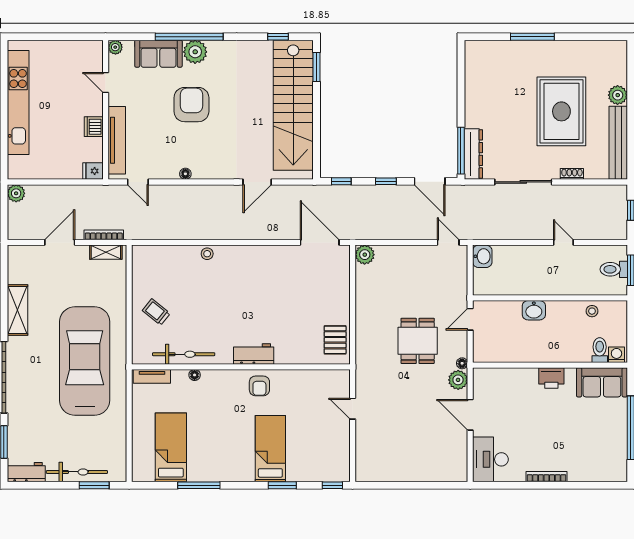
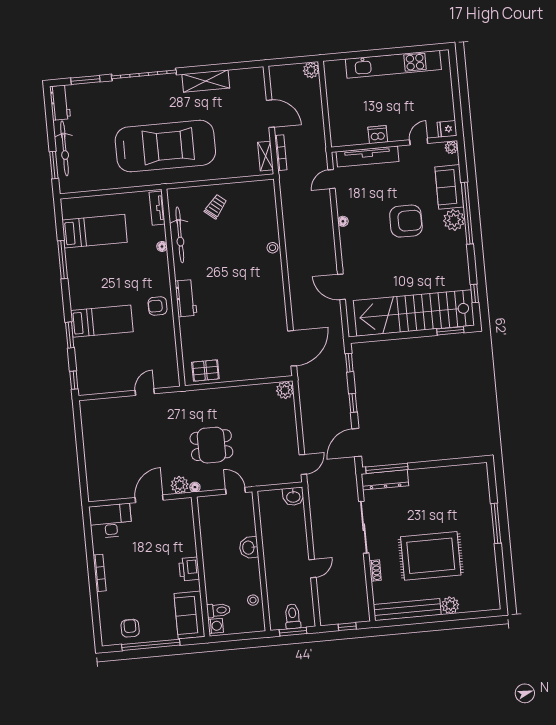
fridge: (93, 171) -> (447, 129), moved, turned -90
armchair: (610, 449) -> (130, 628), added

